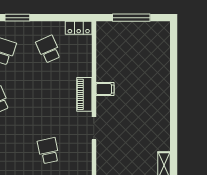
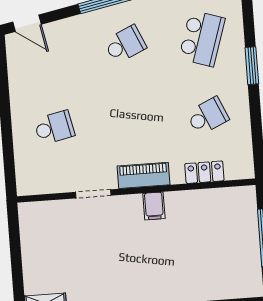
locker: (79, 28) -> (204, 172), moved, turned 90

